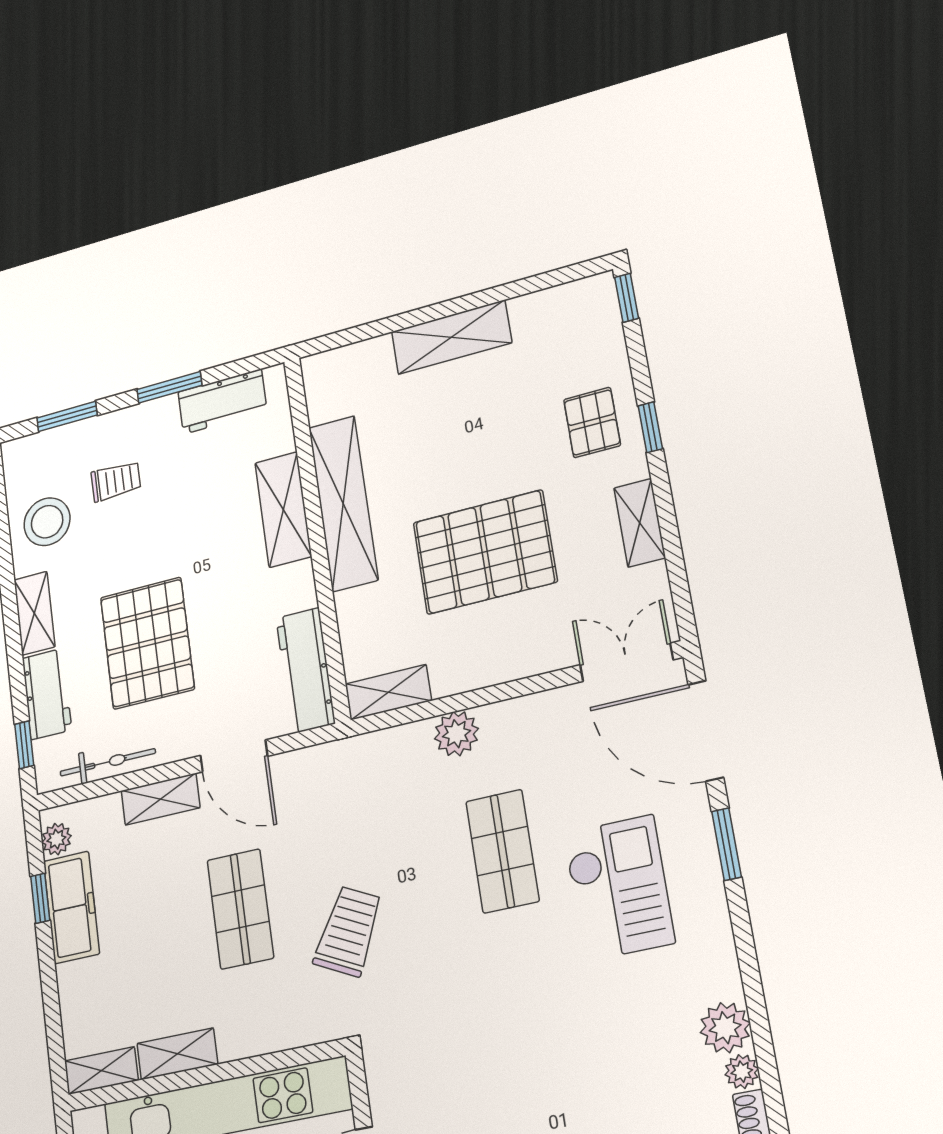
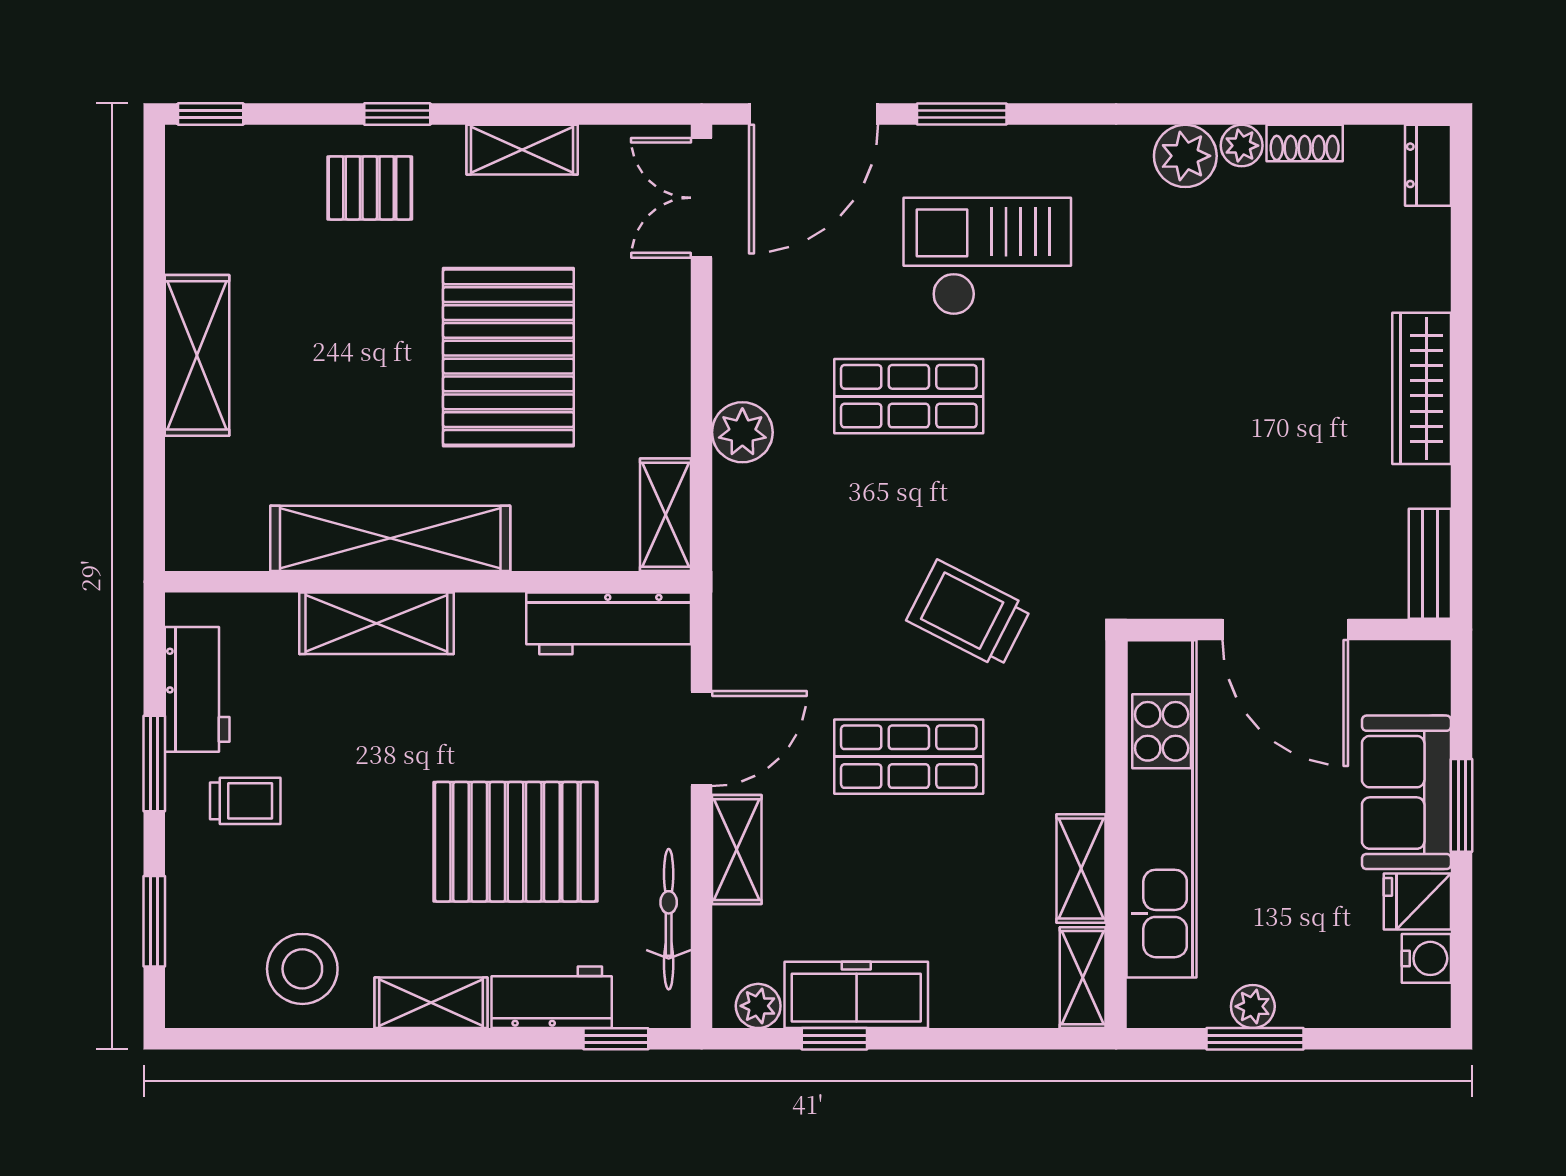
trolley: (116, 481) -> (245, 801), moved, turned 90

